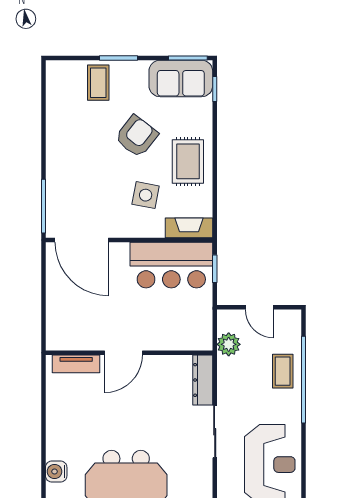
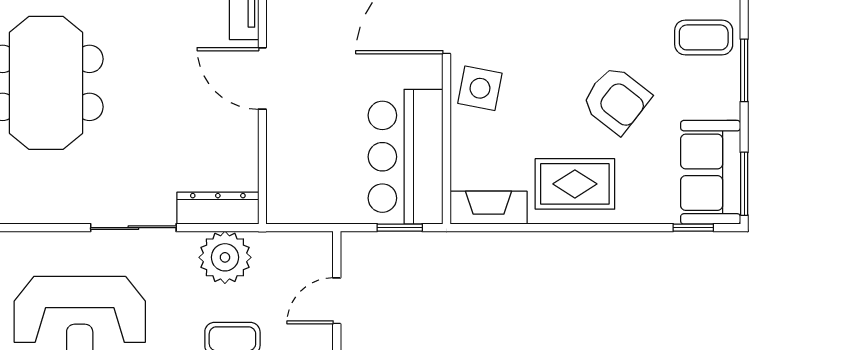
side table: (146, 195) -> (480, 88), moved
fireplace: (189, 228) -> (489, 208), moved, turned -90
plant: (229, 344) -> (225, 257), moved, width x1.36, depth x1.36

